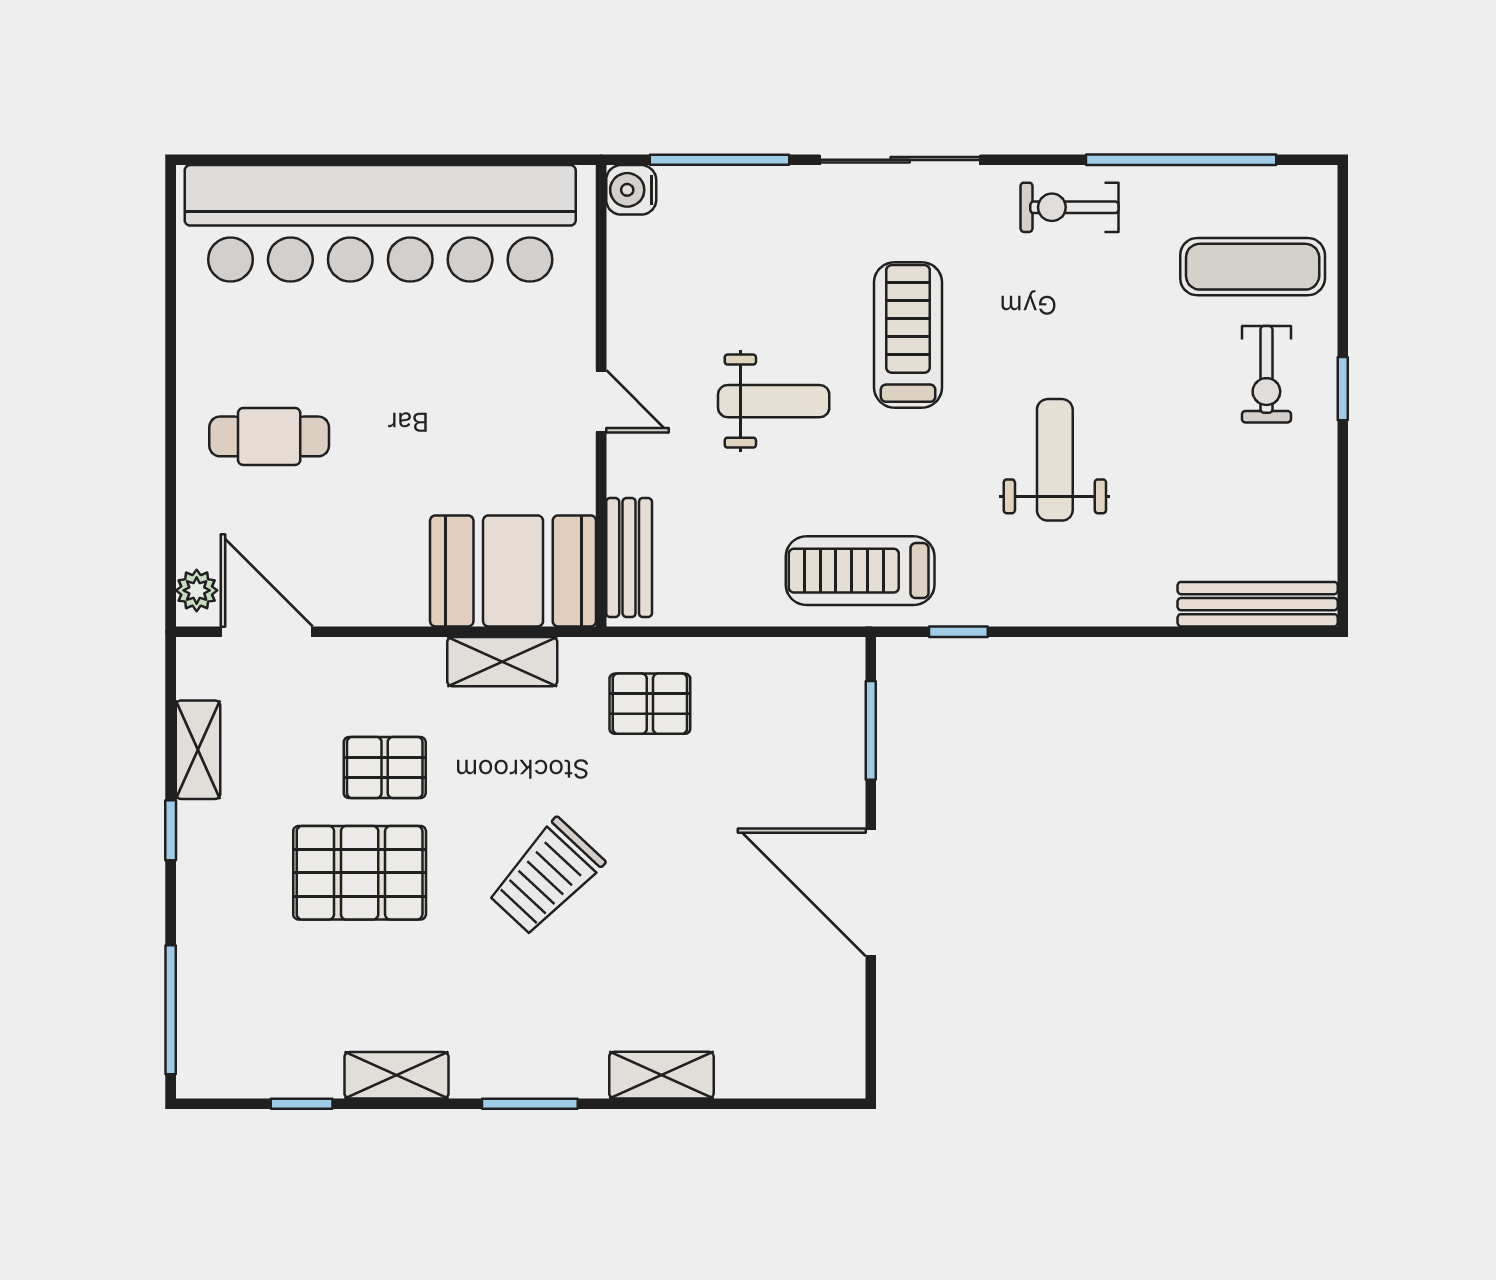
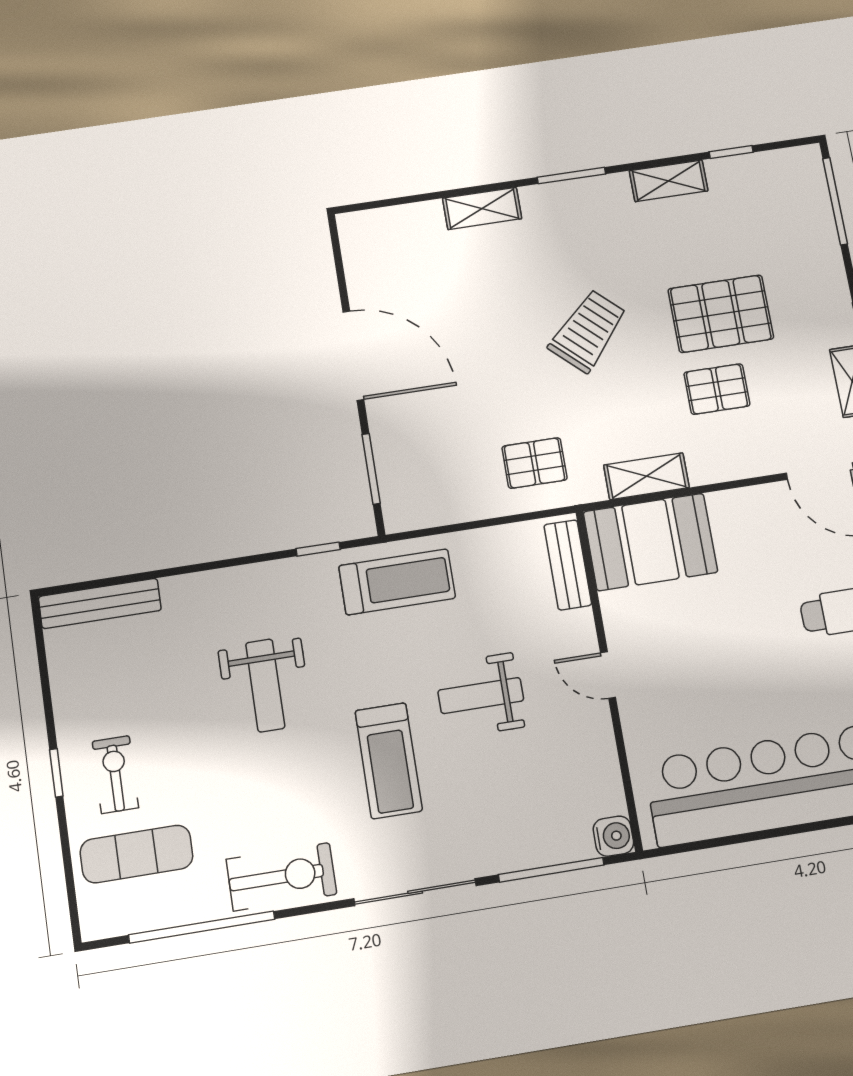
exercise bike: (1070, 207) -> (282, 877), width x1.38, depth x1.39

